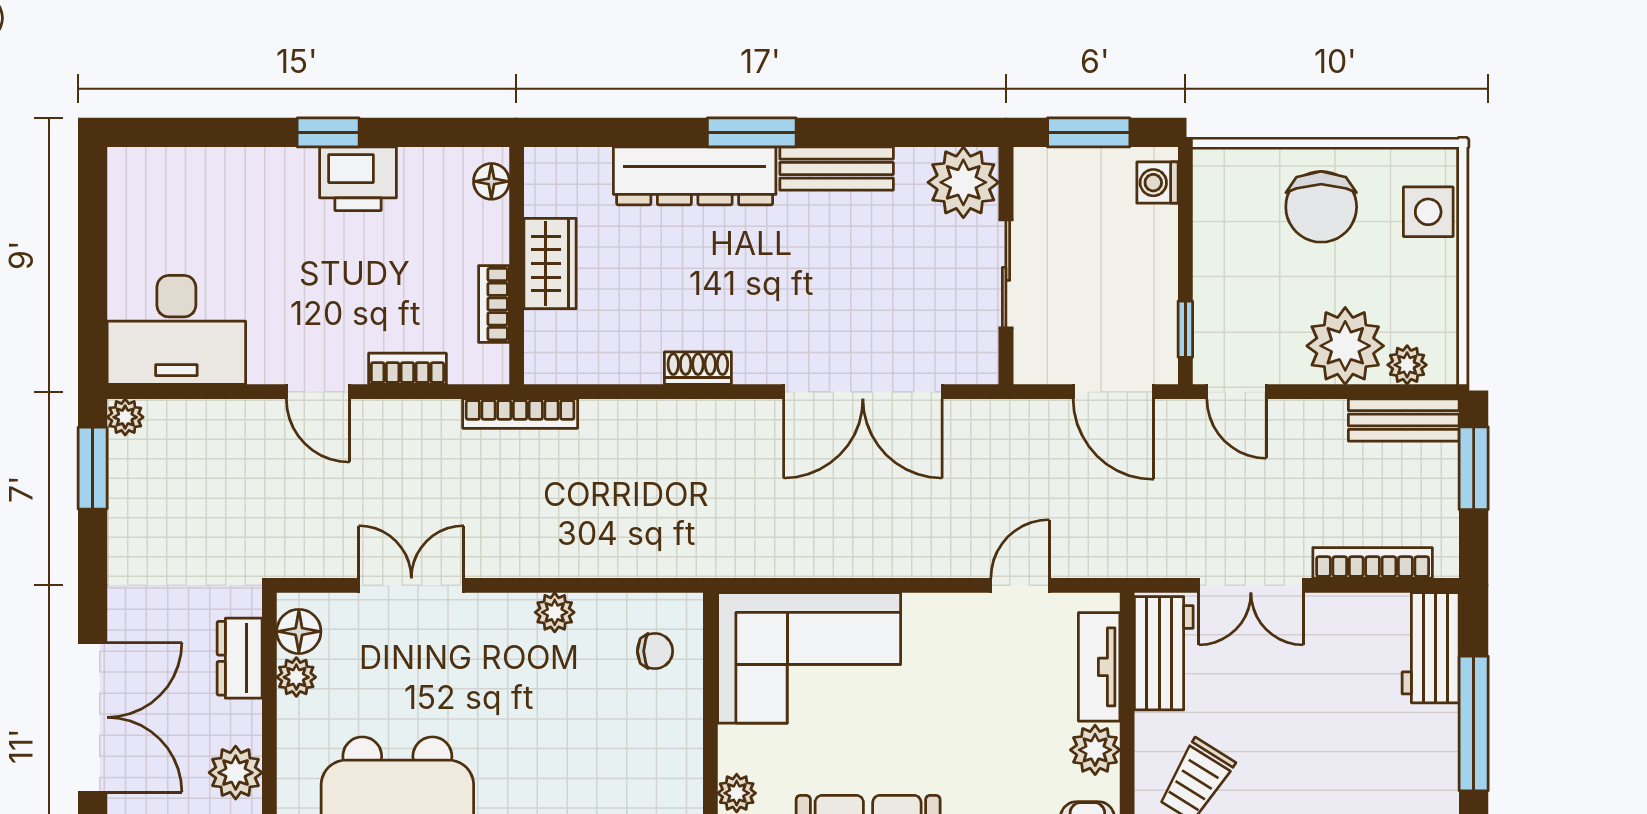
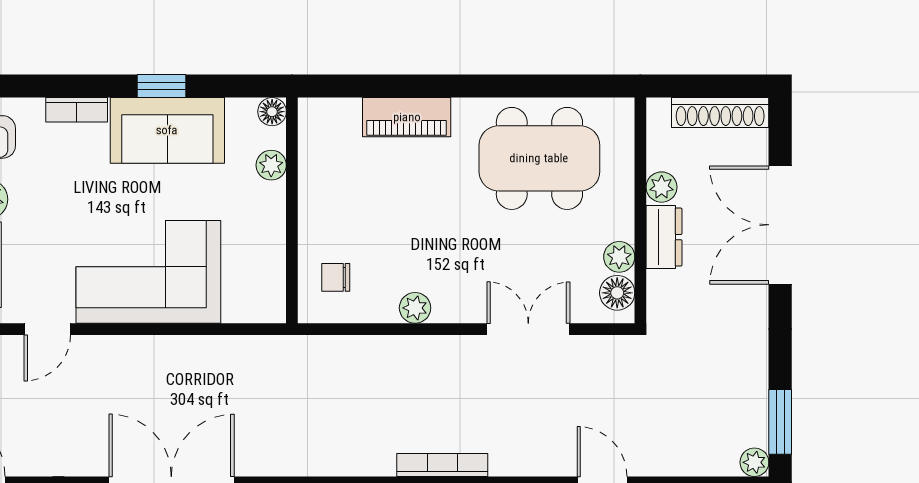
double door: (411, 585) -> (528, 329), swing flipped
dresser: (240, 658) -> (664, 237), moved
corner sofa: (809, 658) -> (148, 272), moved
plant: (236, 773) -> (662, 187), width x0.73, depth x0.73

